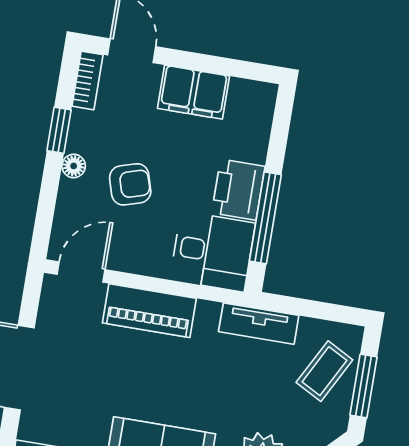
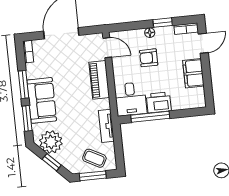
armchair: (130, 184) -> (149, 58), turned 107

